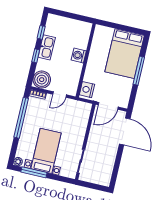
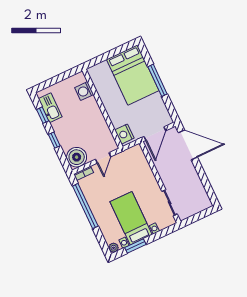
kitchen sink: (47, 47) -> (50, 108), moved
washing machine: (79, 55) -> (84, 91), moved
window: (34, 172) -> (135, 246), width x0.69

